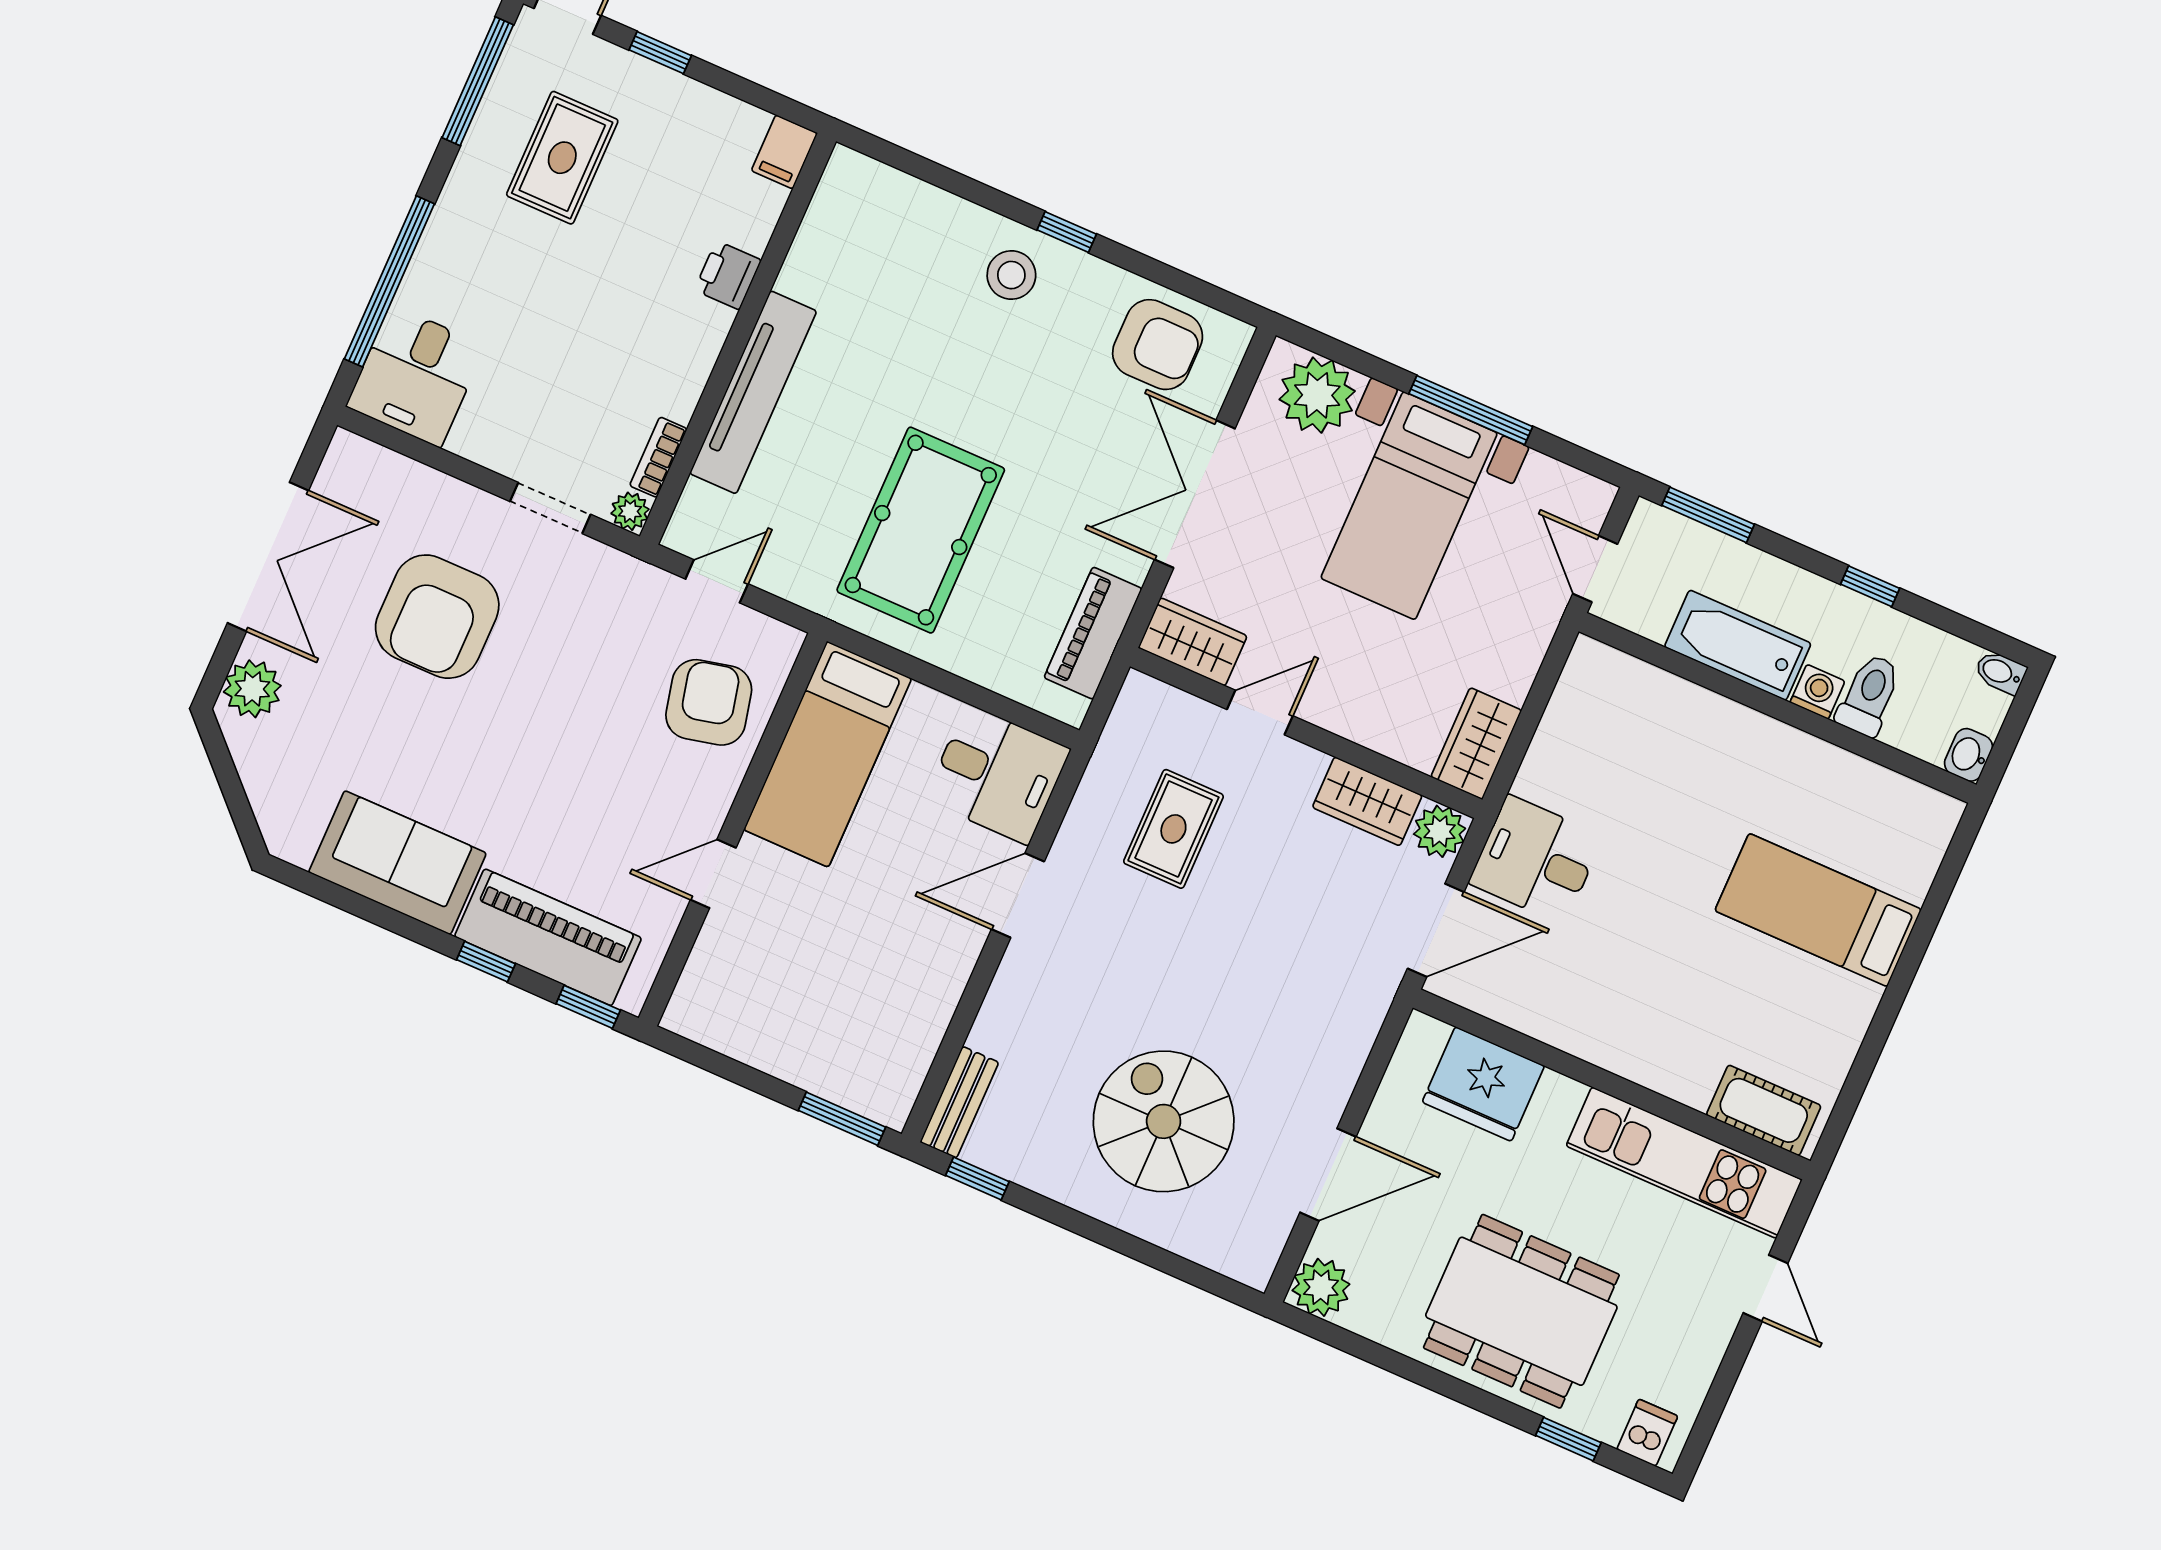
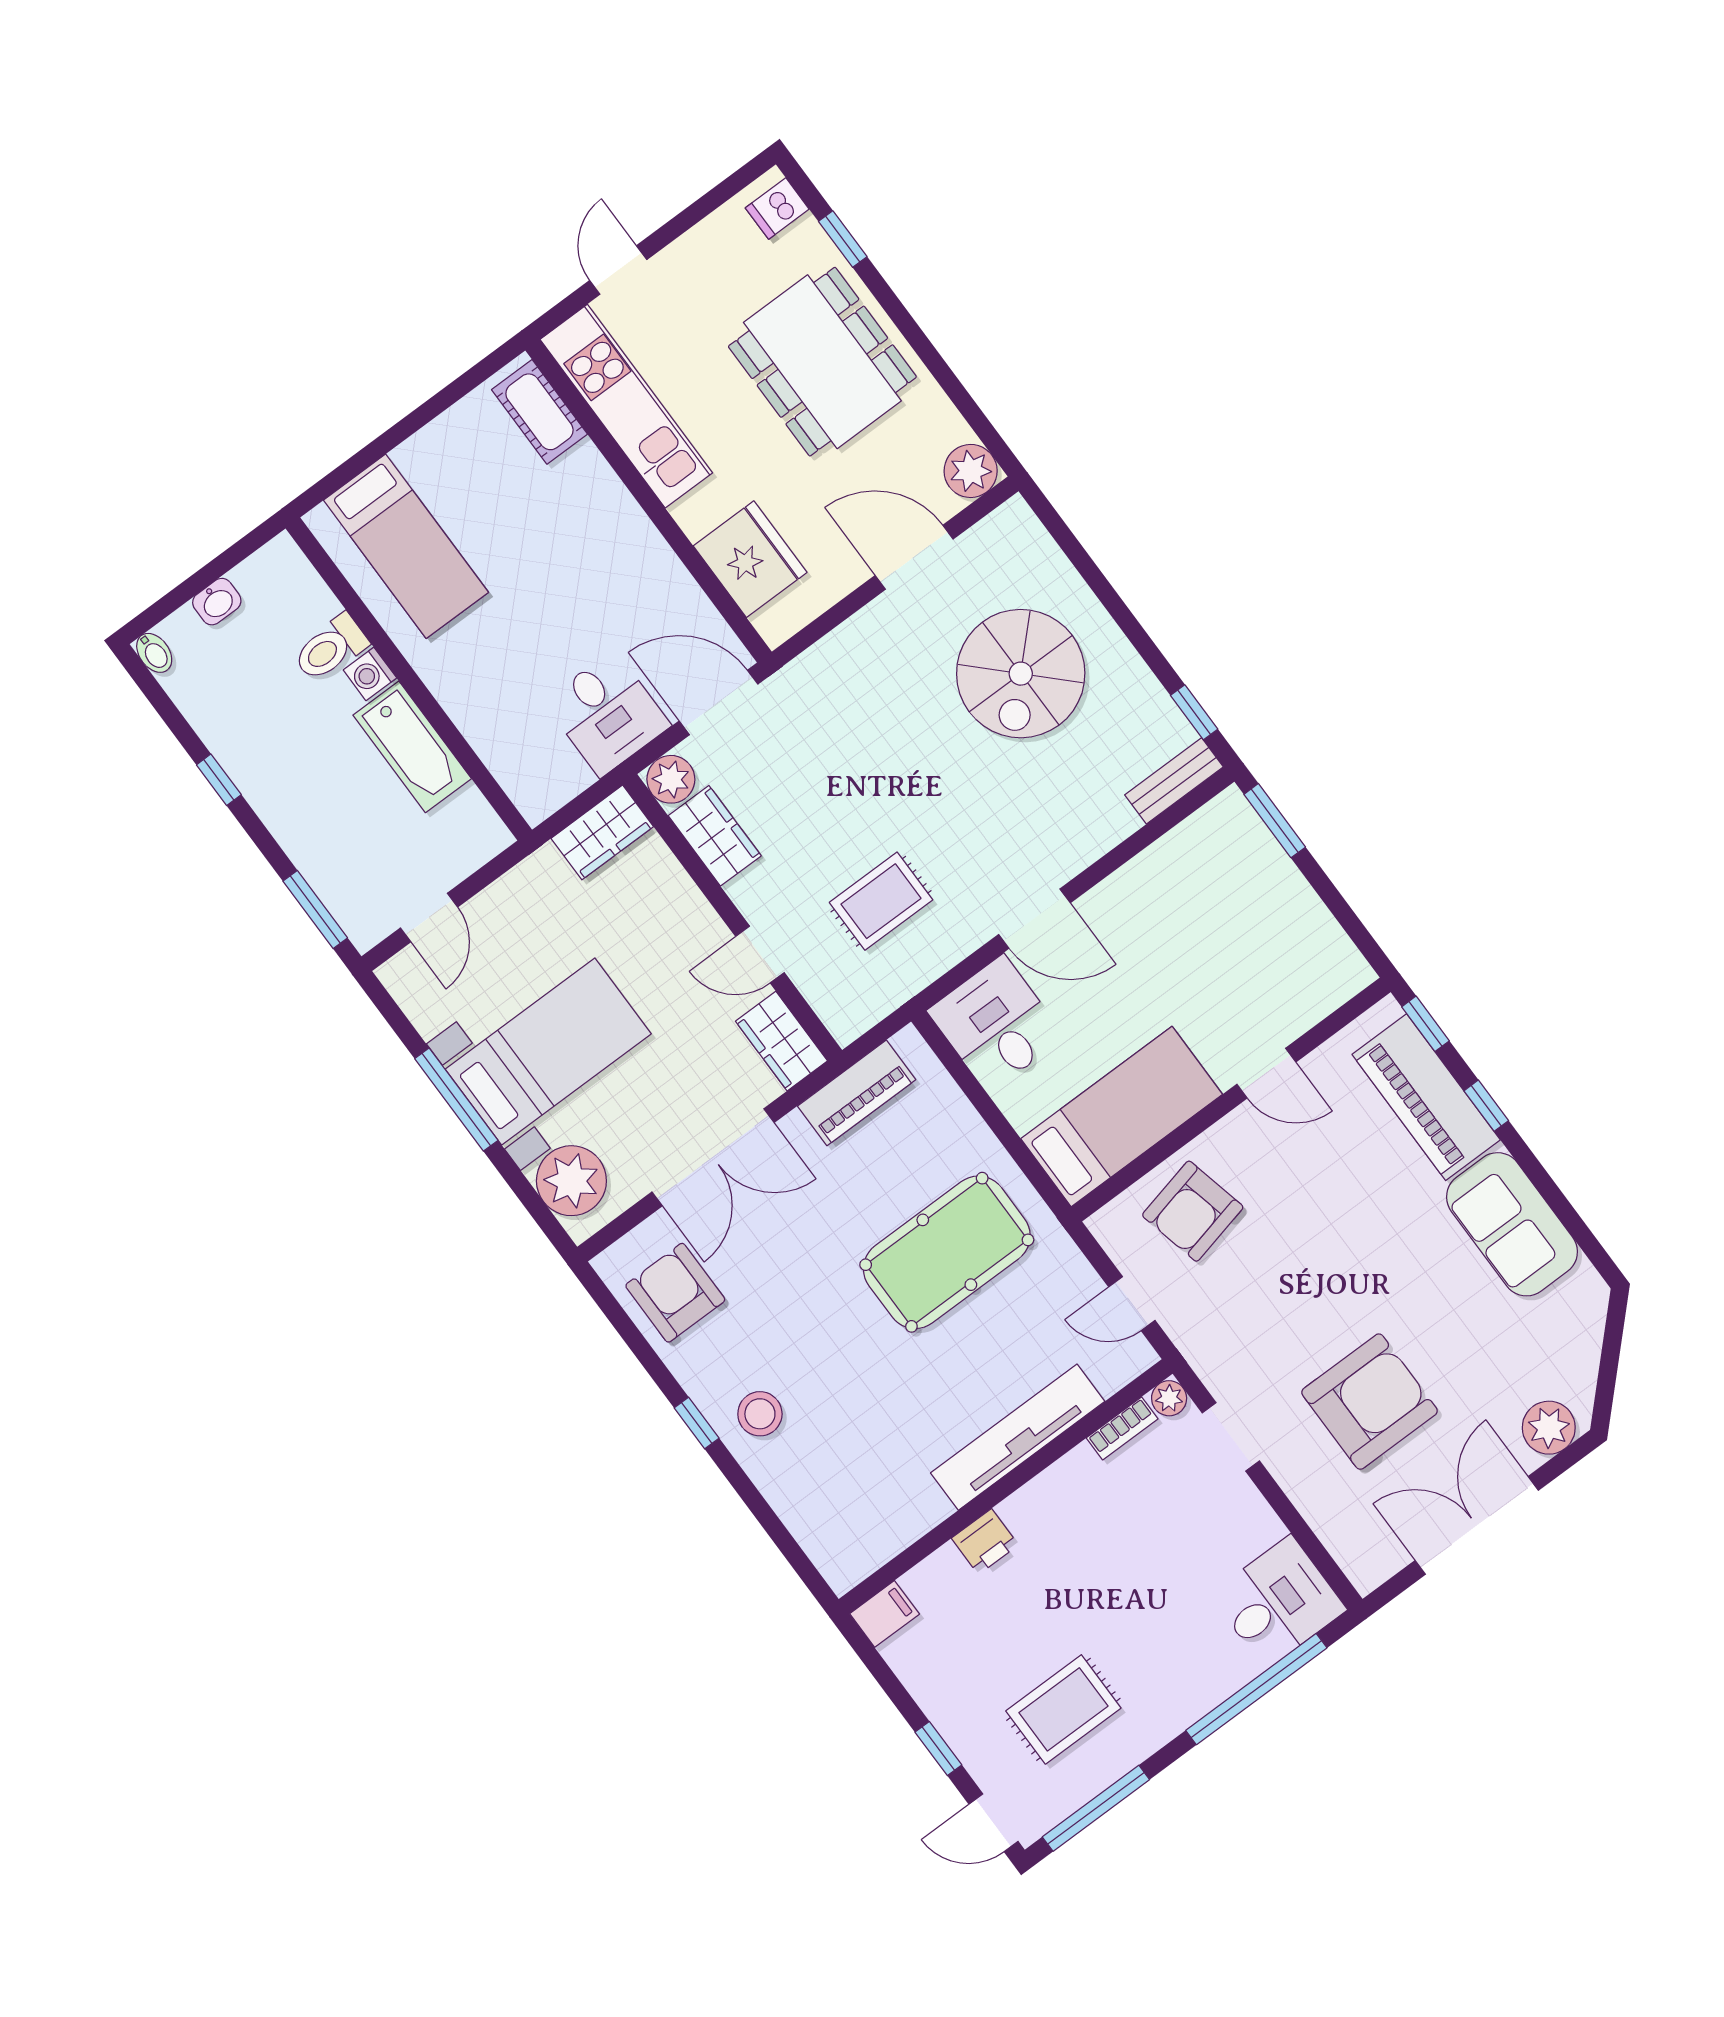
bathtub: (1738, 645) -> (412, 747), moved
washing machine: (1817, 692) -> (370, 674), moved
toilet: (1869, 695) -> (330, 648), moved
wall: (1778, 708) -> (409, 679), moved

